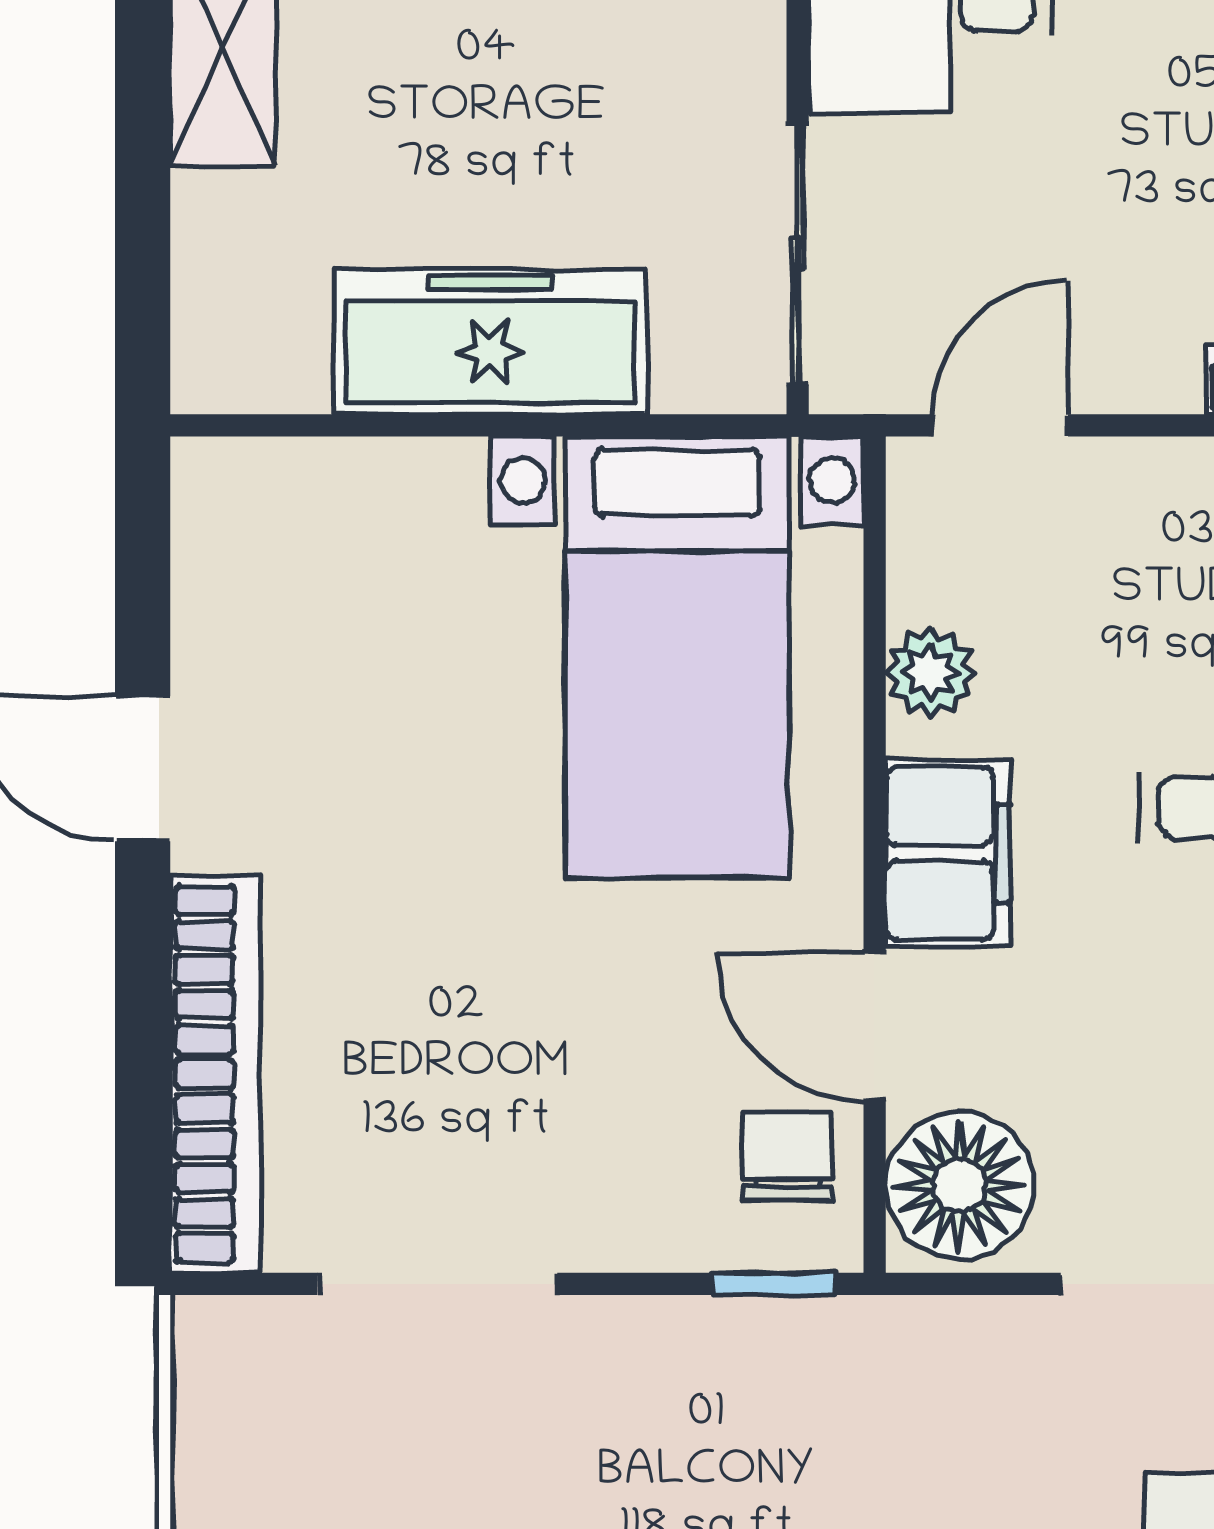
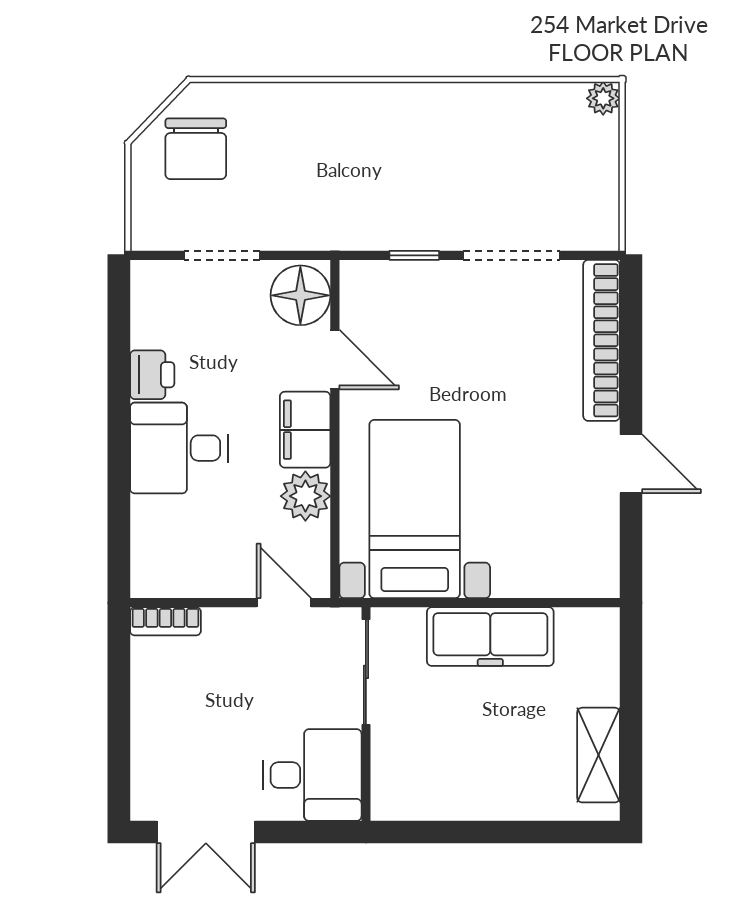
door: (1001, 425) -> (284, 603), swing flipped
plant: (930, 672) -> (305, 496), width x1.38, depth x1.38
chair: (788, 1156) -> (370, 307), removed
window: (775, 1284) -> (414, 255), moved

